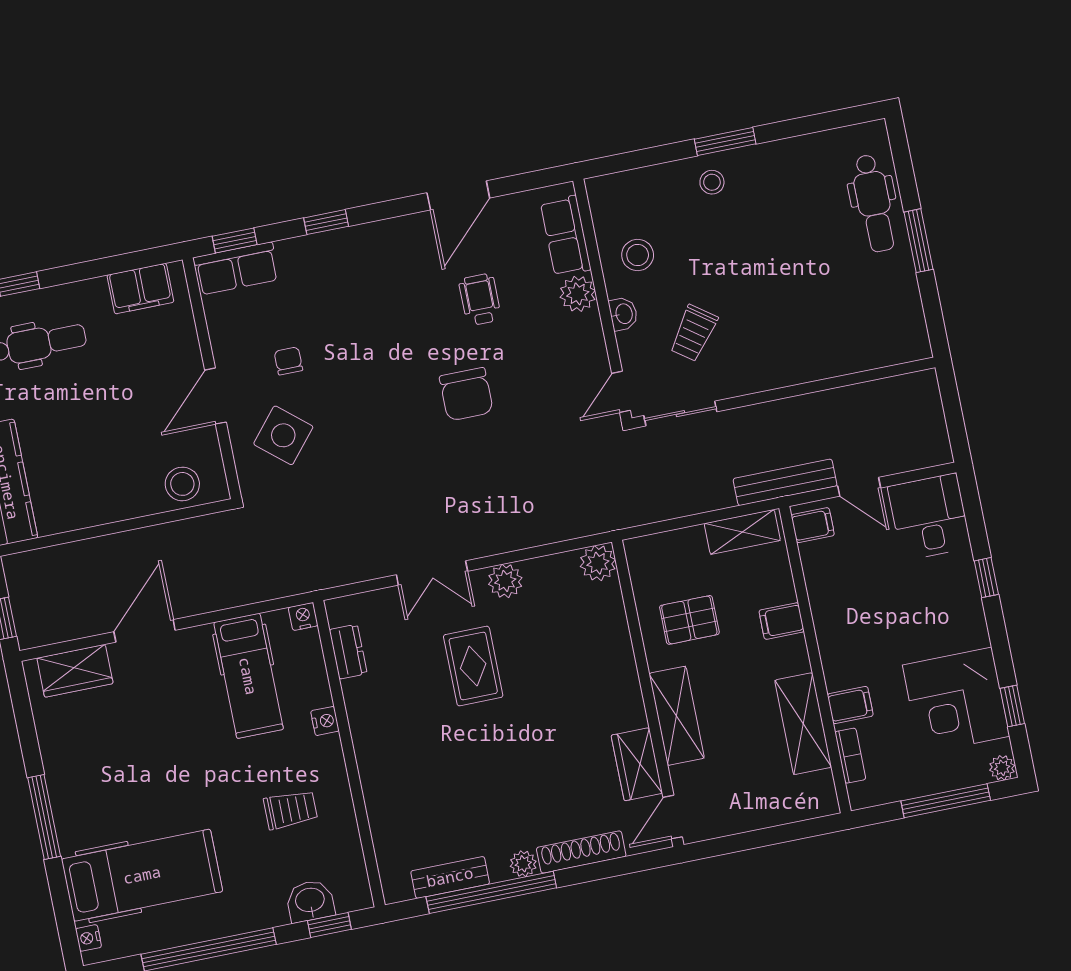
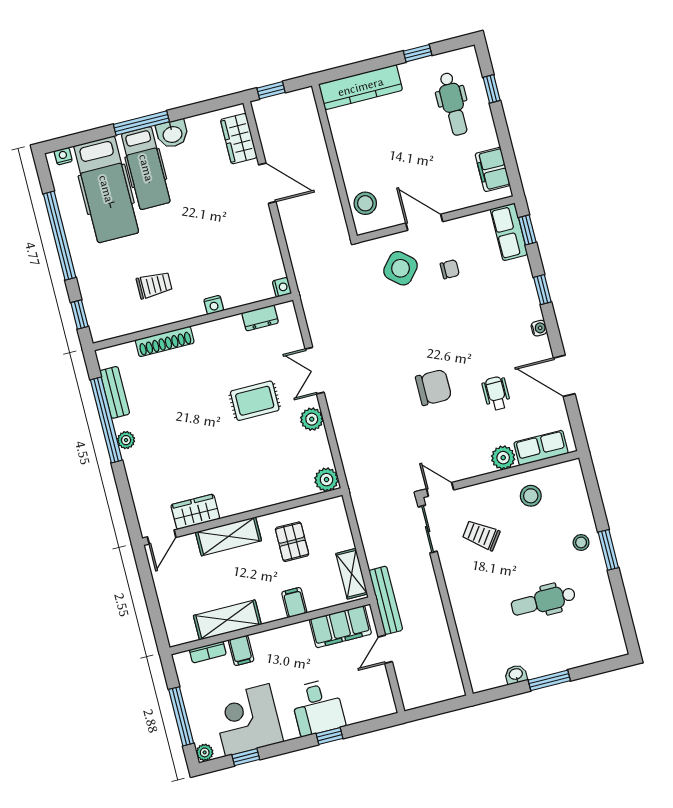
dental chair: (874, 203) -> (543, 601), moved
water cooler: (384, 230) -> (539, 328), added
wheelchair: (480, 300) -> (496, 393), turned -90
washbasin: (623, 314) -> (516, 674), moved, turned 180
chair: (466, 394) -> (434, 387), turned 180
desk: (929, 517) -> (318, 707), moved, turned 90
filing cabinet: (813, 525) -> (340, 627), width x3.00, depth x1.17
hospital bed: (248, 676) -> (146, 168), moved, turned -90
trolley: (290, 810) -> (154, 285), turned -90
door: (673, 817) -> (162, 537), swing flipped
shoe rack: (581, 852) -> (165, 341), moved, turned 90
washbasin: (310, 901) -> (172, 134), moved, turned 90

